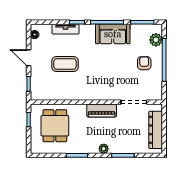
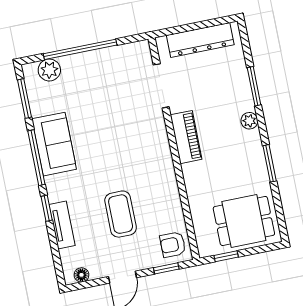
armchair: (144, 63) -> (173, 245), moved
dining table: (55, 126) -> (244, 221), moved

